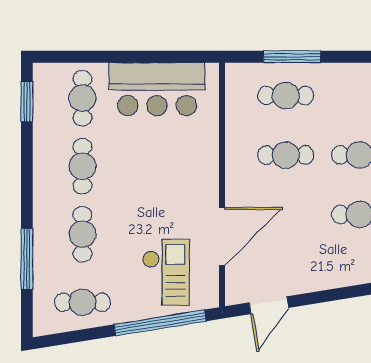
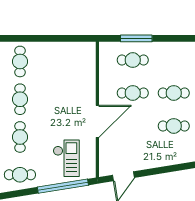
bar counter: (157, 89) -> (61, 56), removed
door: (222, 236) -> (97, 121), moved

